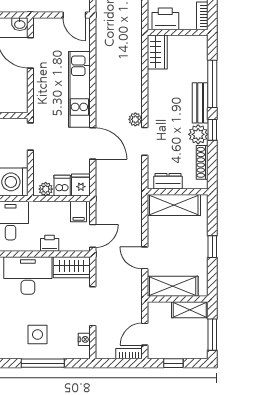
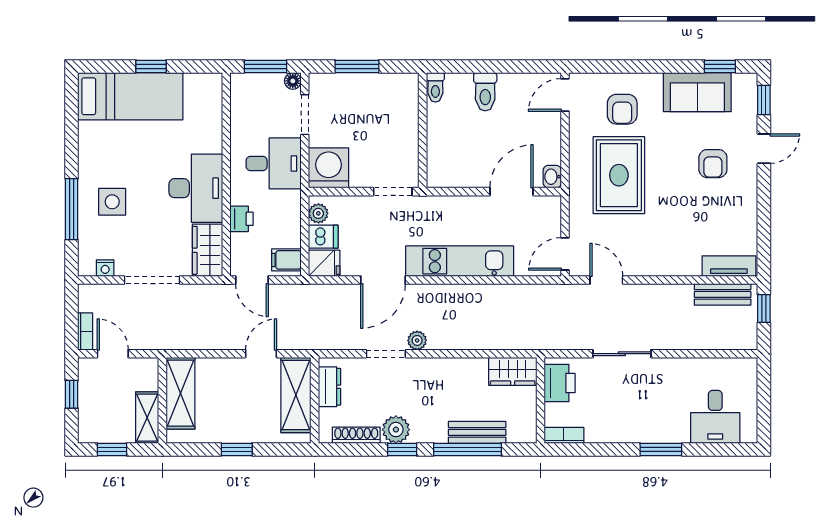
bench: (200, 103) -> (477, 432), moved
door: (145, 258) -> (261, 354), moved
window: (212, 335) -> (112, 449), width x0.67

